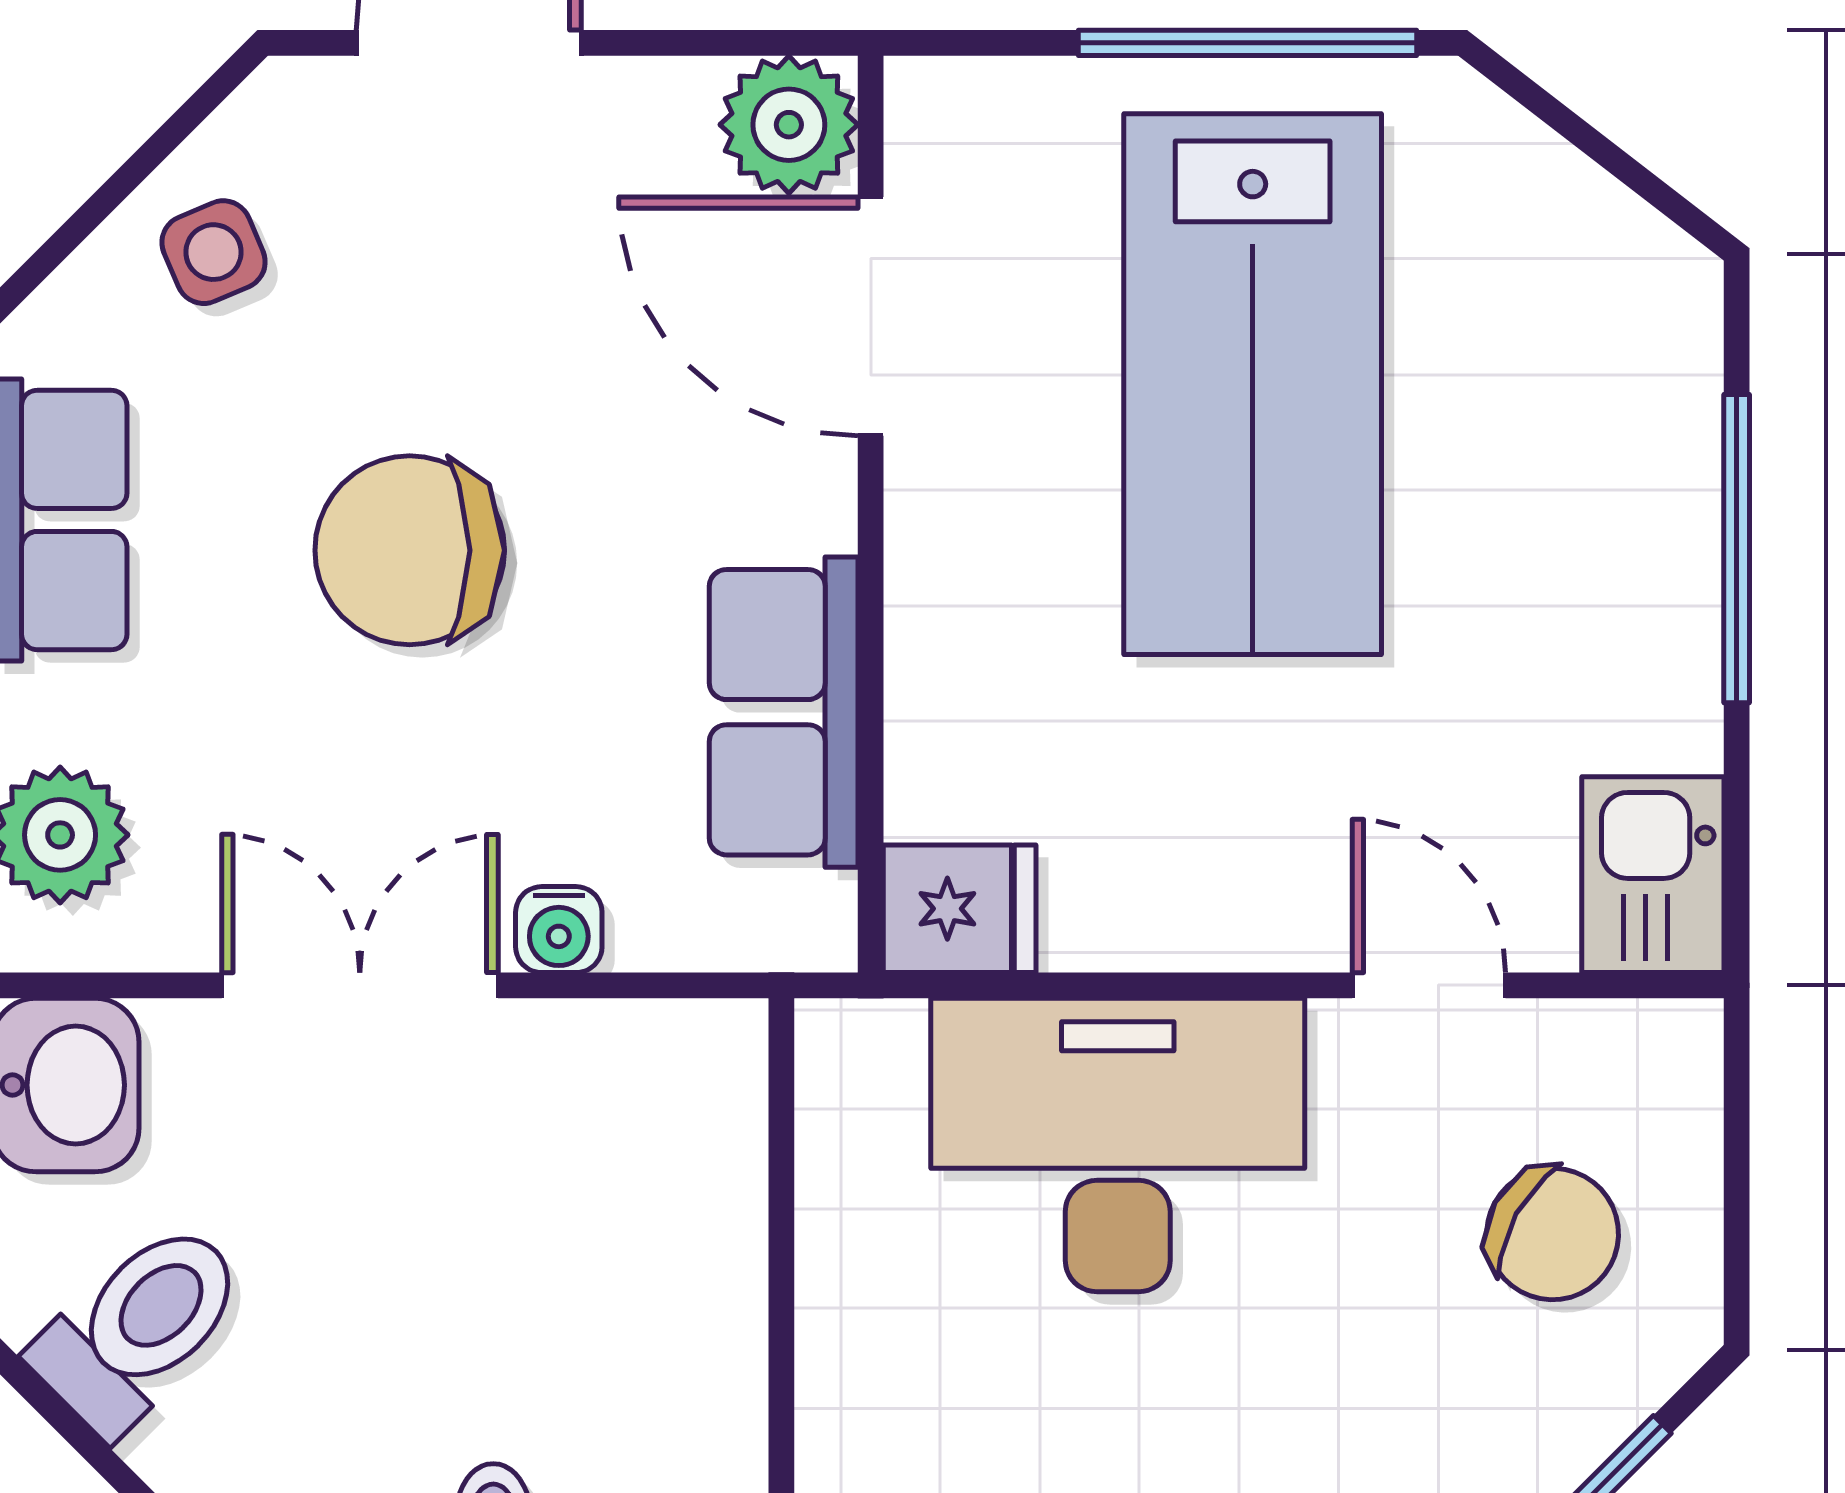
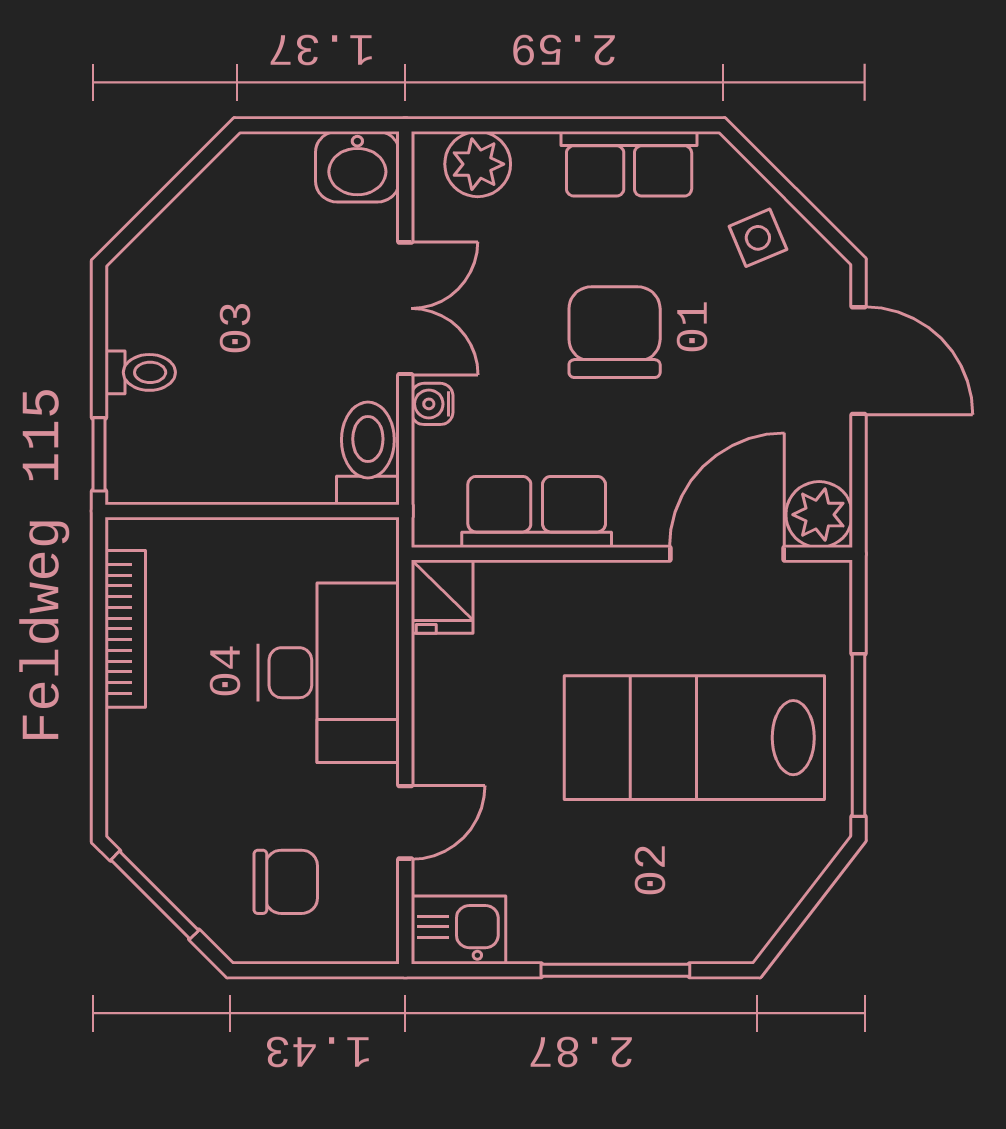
chair: (1553, 1234) -> (286, 882), turned -119
toilet: (140, 1327) -> (368, 453), moved, turned -135

